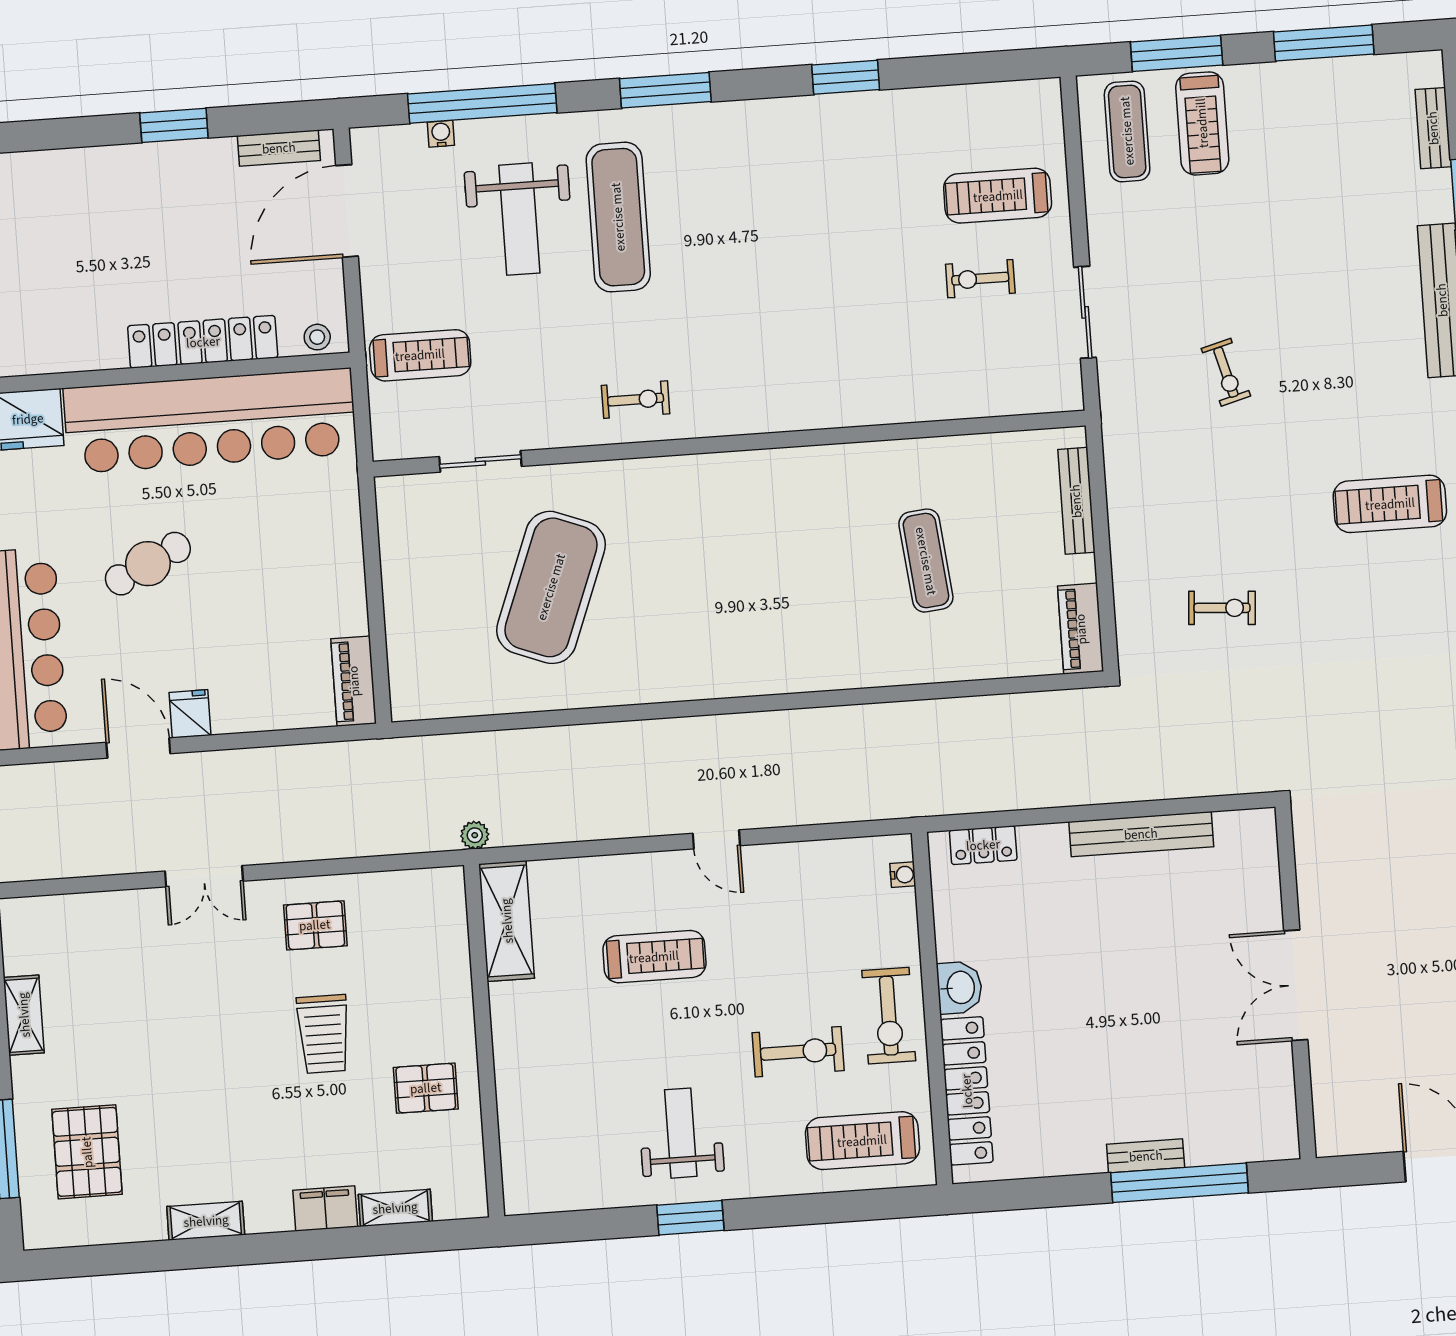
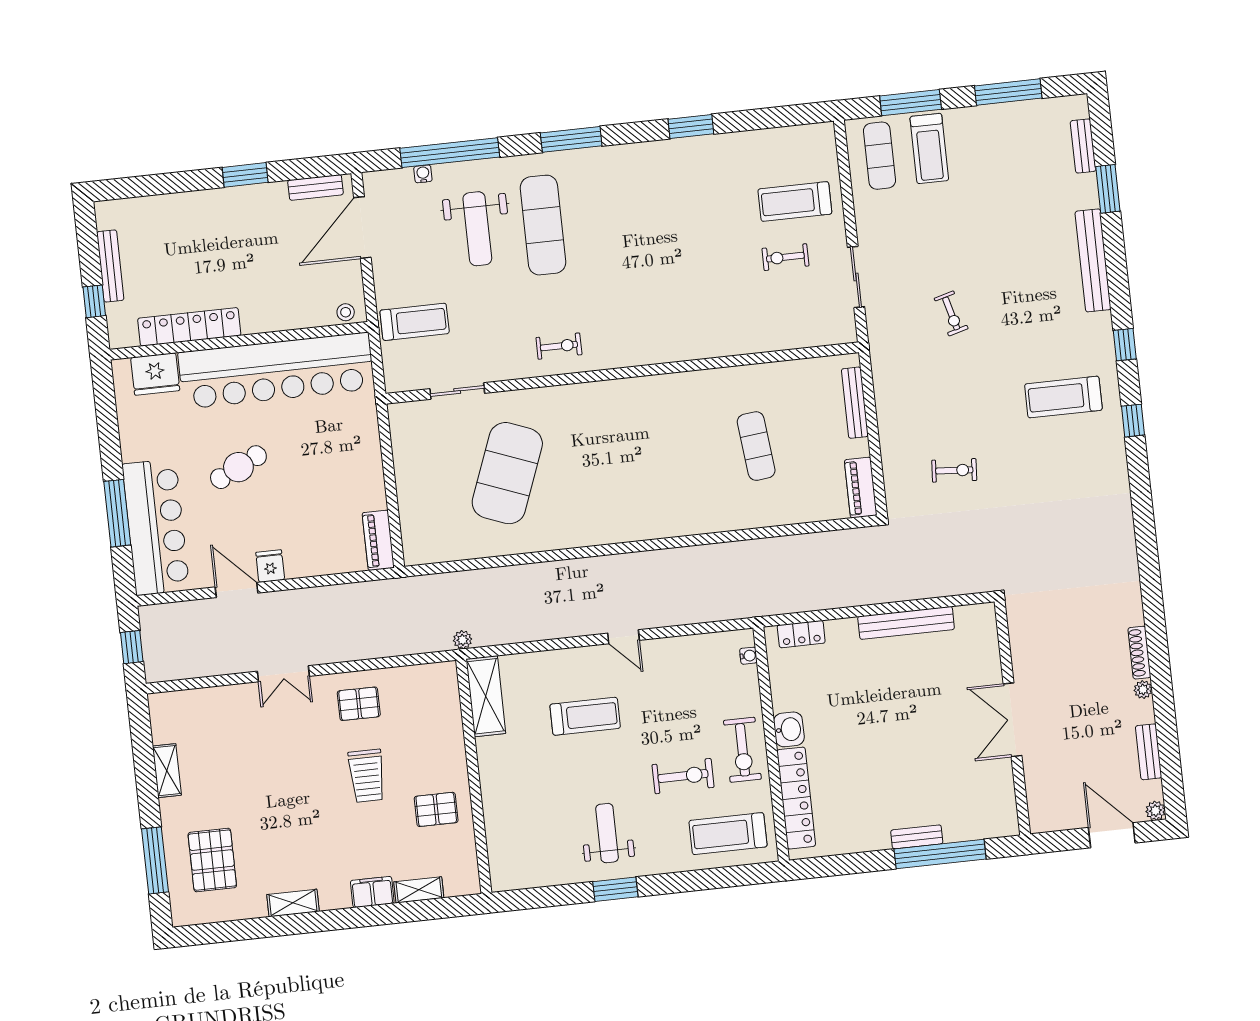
locker: (203, 342) -> (189, 327), moved

